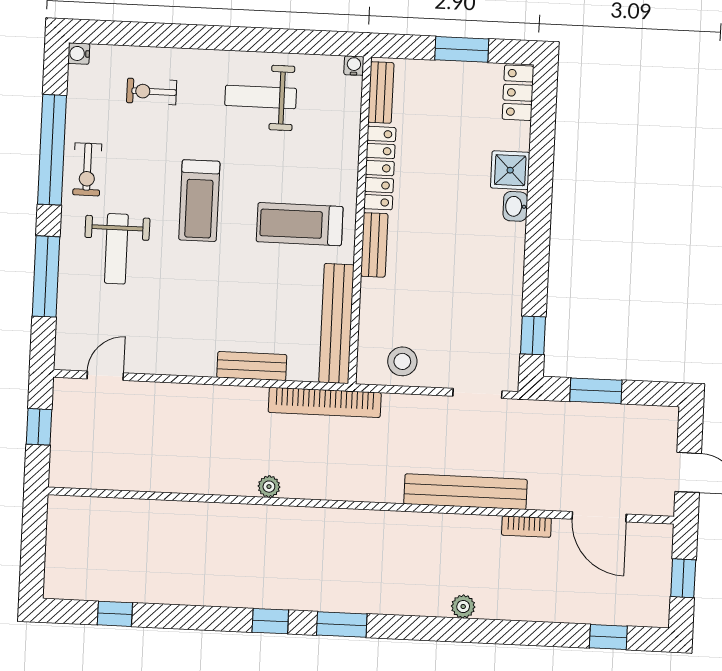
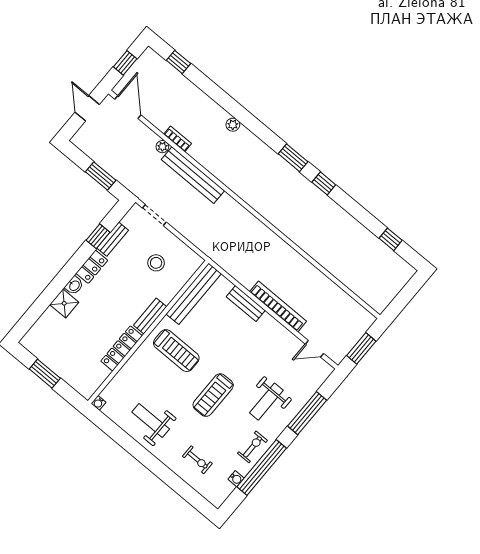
water cooler: (79, 54) -> (236, 479), moved
bench: (381, 92) -> (113, 239), moved
locker: (518, 93) -> (92, 267), moved
weight bench: (261, 97) -> (151, 421), turned 180
treadmill: (199, 201) -> (213, 395), turned 180
weight bench: (116, 249) -> (266, 402), turned 180
window: (533, 335) -> (98, 236), moved
stool: (402, 361) -> (156, 263), moved
bookcase: (325, 402) -> (278, 306), moved
window: (39, 427) -> (361, 348), width x1.50
plant: (269, 487) -> (162, 147), moved
door: (599, 517) -> (128, 107), moved

